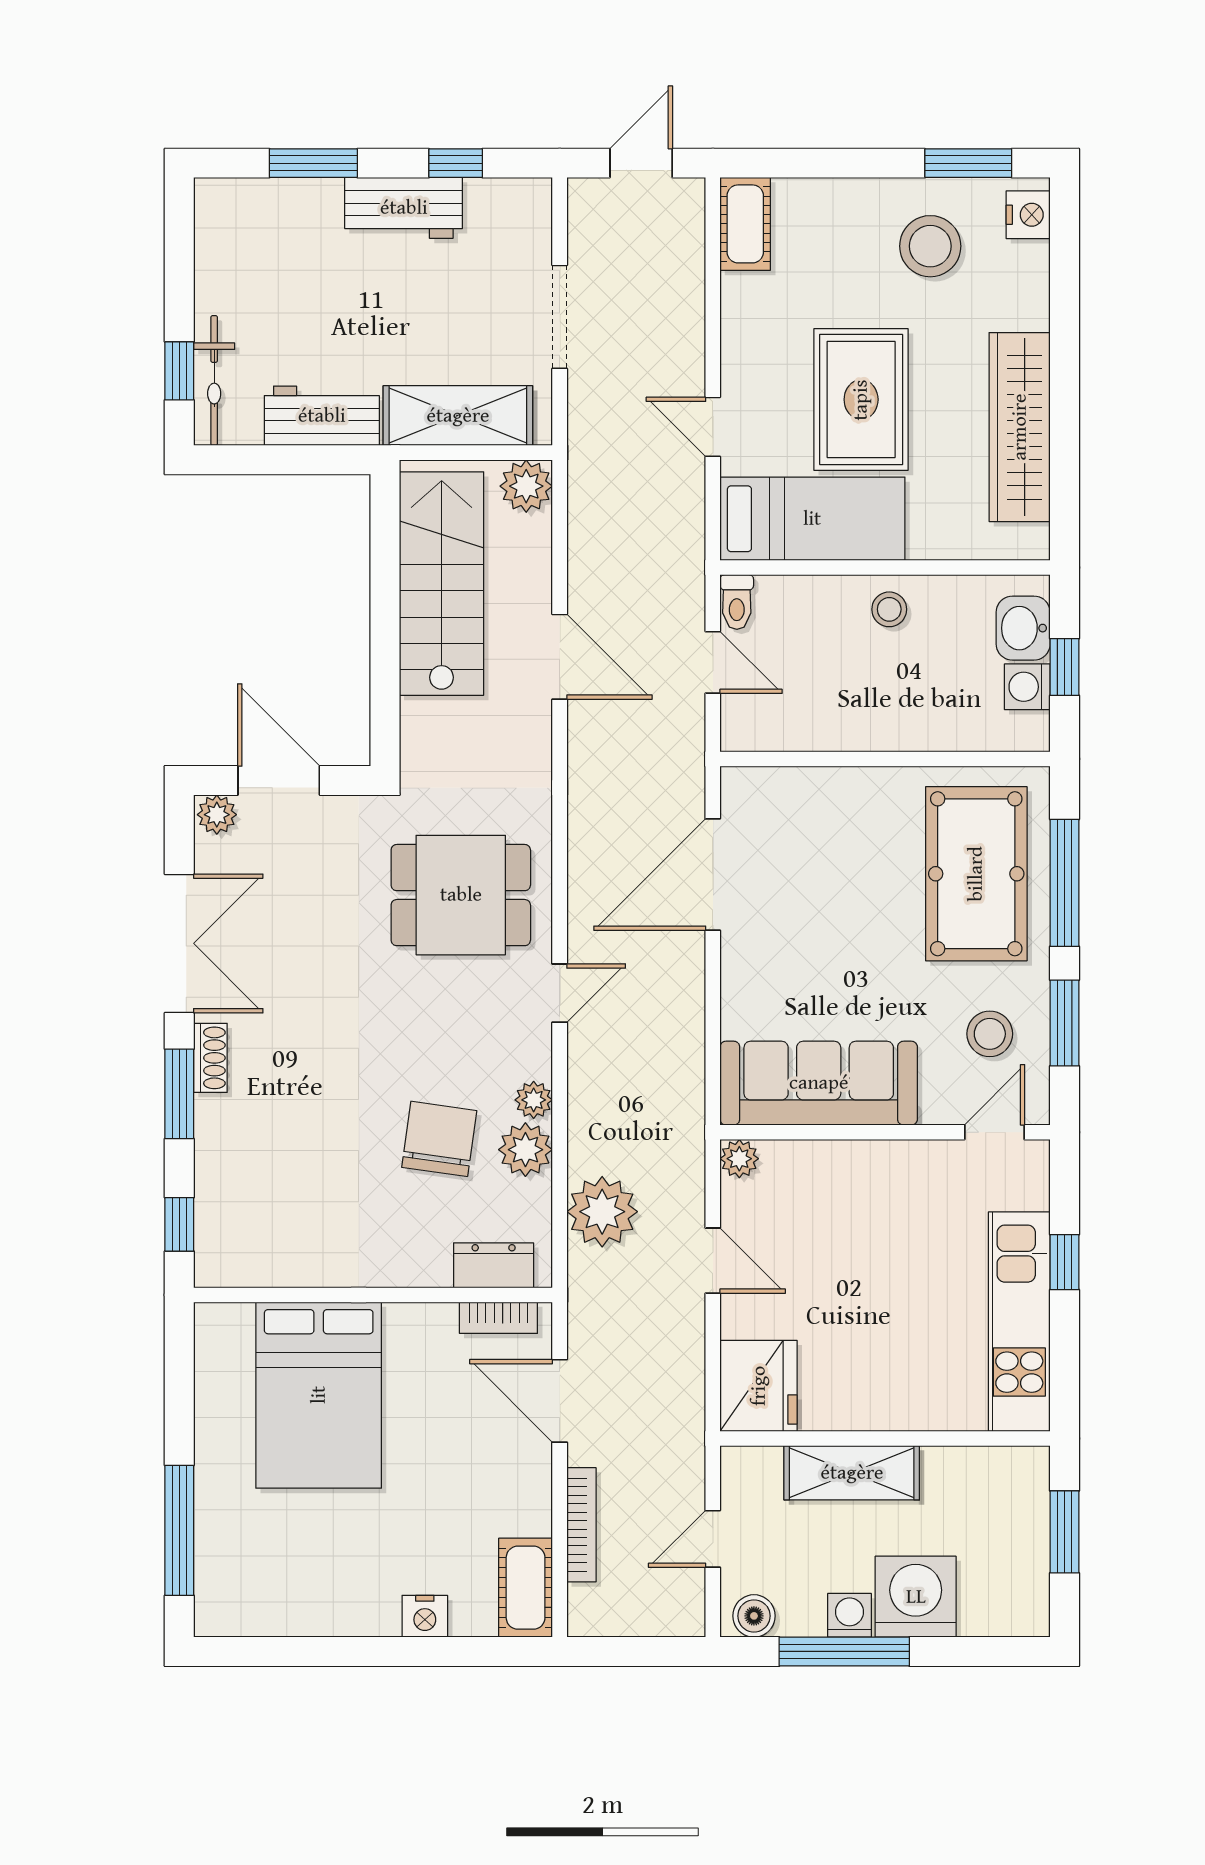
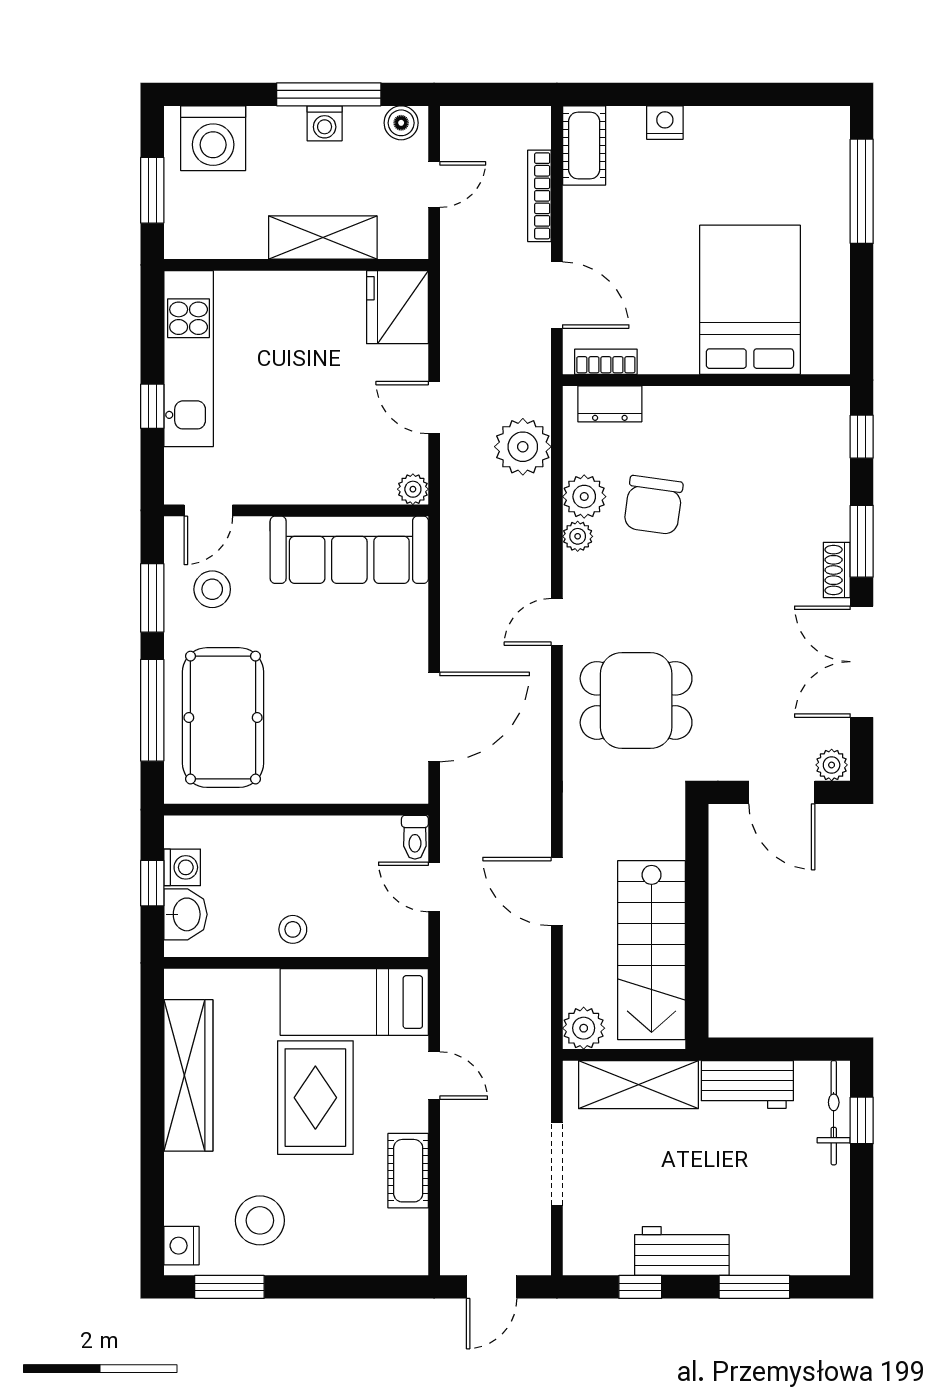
cot: (745, 224) -> (408, 1171), moved
toilet: (737, 602) -> (415, 837), moved, turned 180
washing machine: (916, 1597) -> (213, 138), moved

